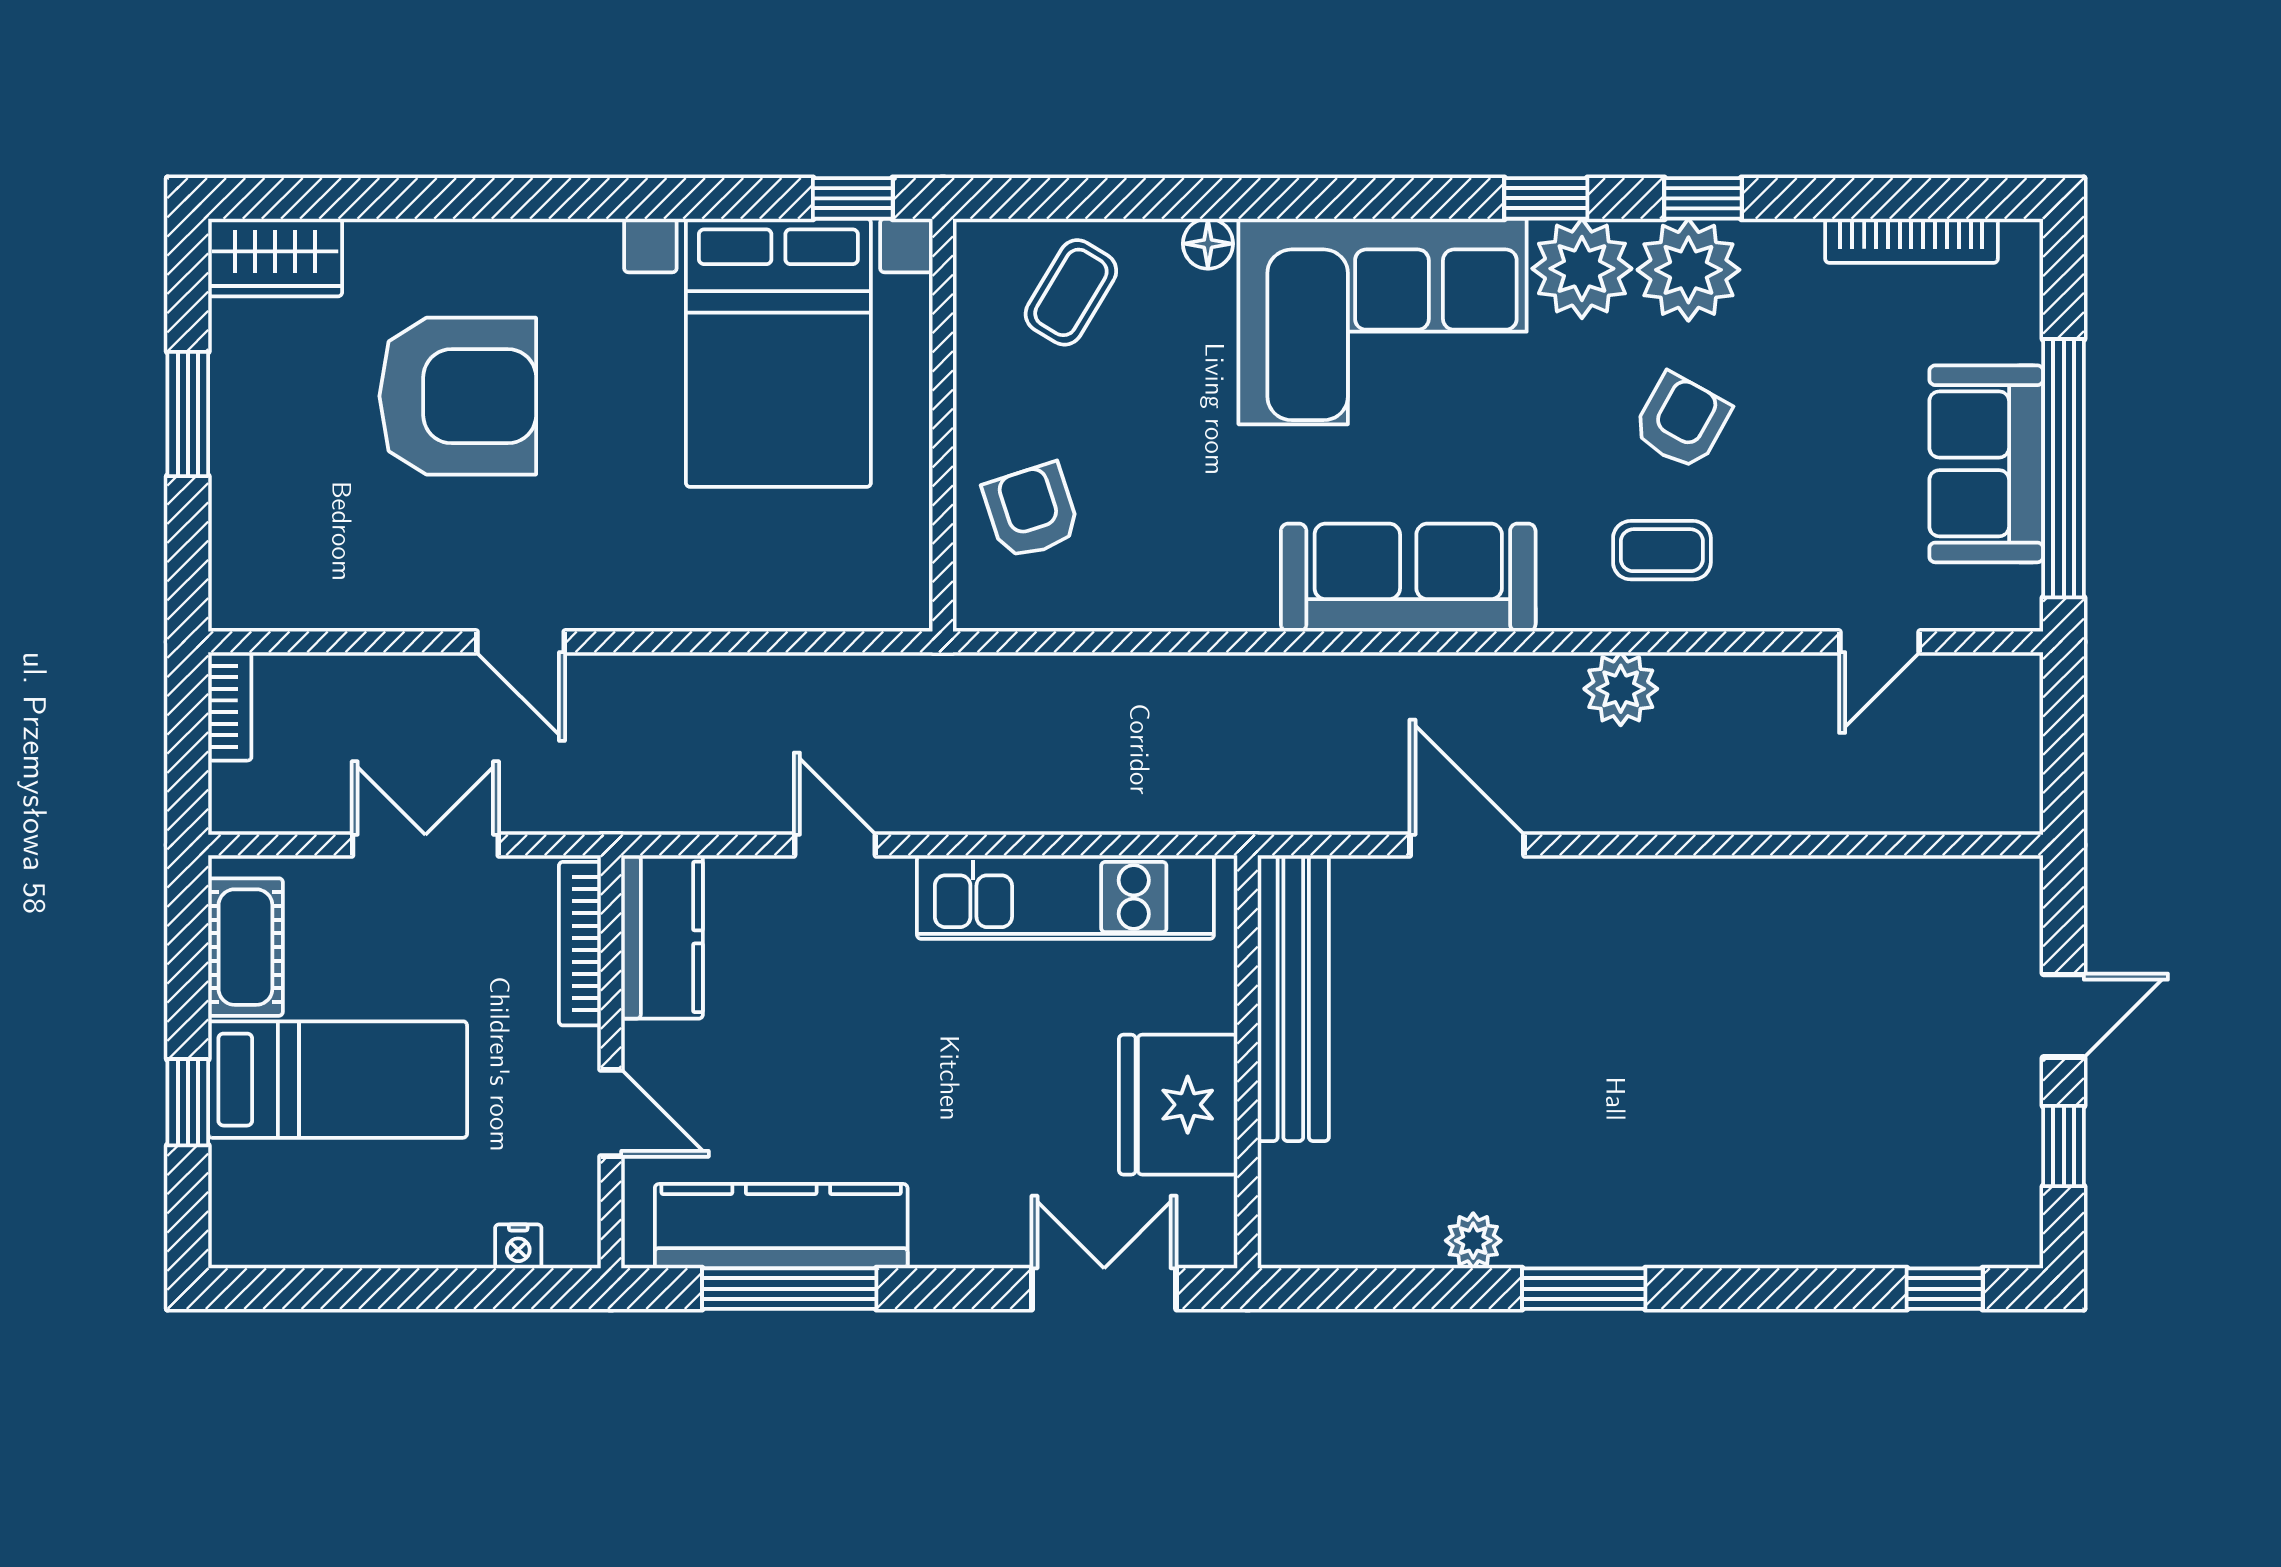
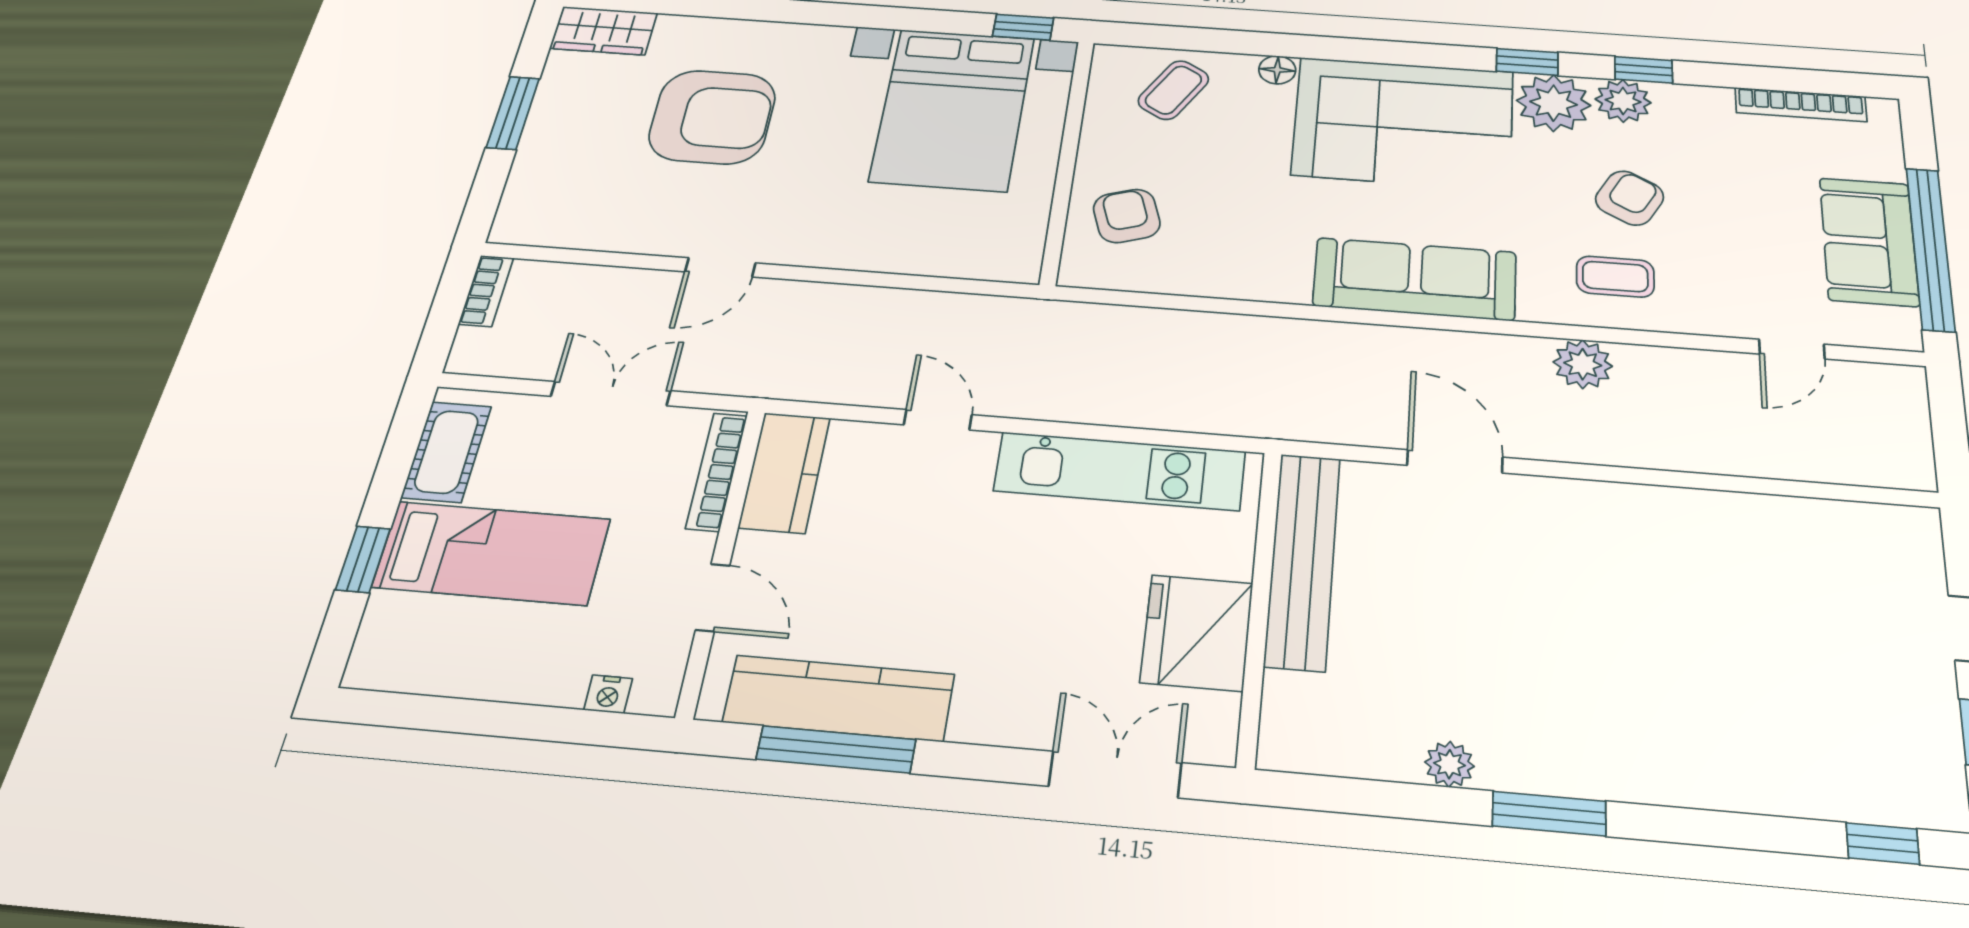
plant: (1688, 270) -> (1623, 101), width x0.73, depth x0.73
door: (521, 642) -> (720, 267), hinge flipped

